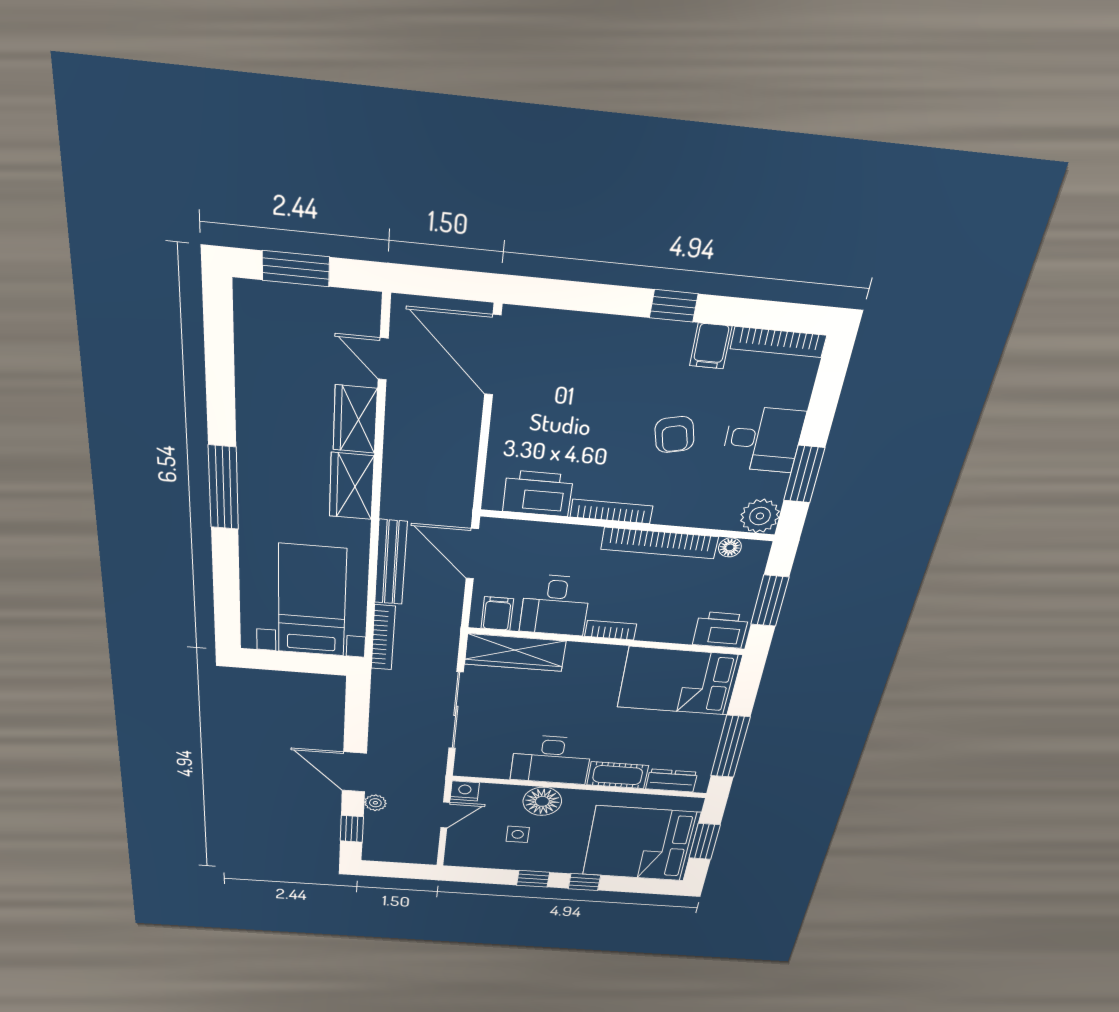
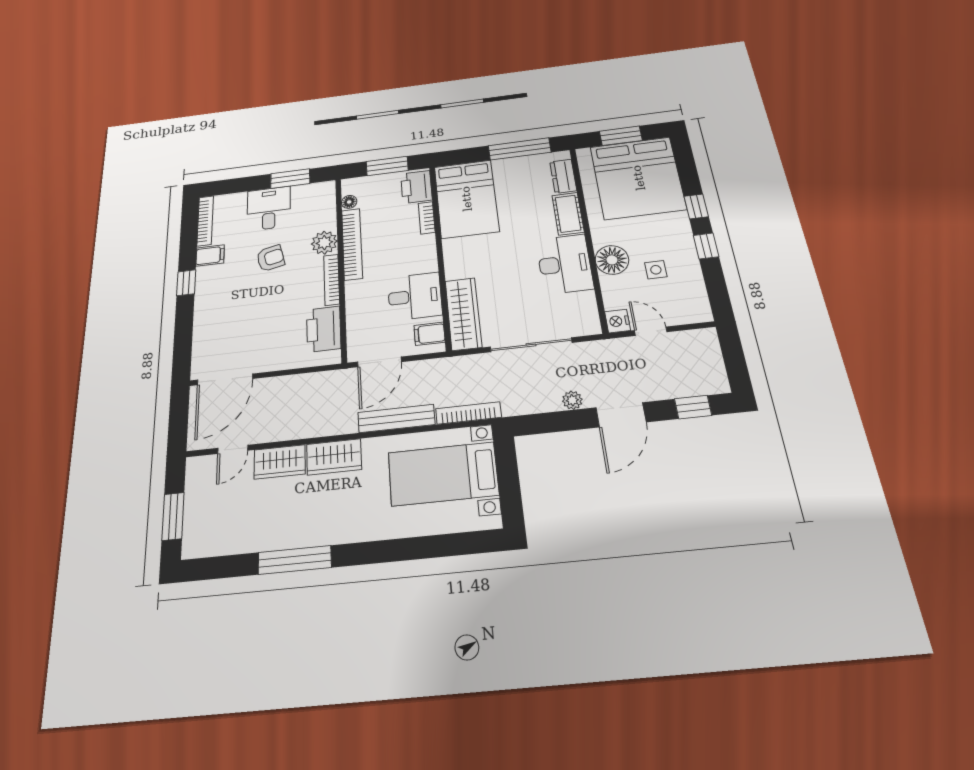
window: (223, 488) -> (295, 560), moved
plant: (760, 516) -> (324, 243), moved
bookcase: (611, 630) -> (427, 218), moved
plant: (375, 803) -> (572, 400), moved

